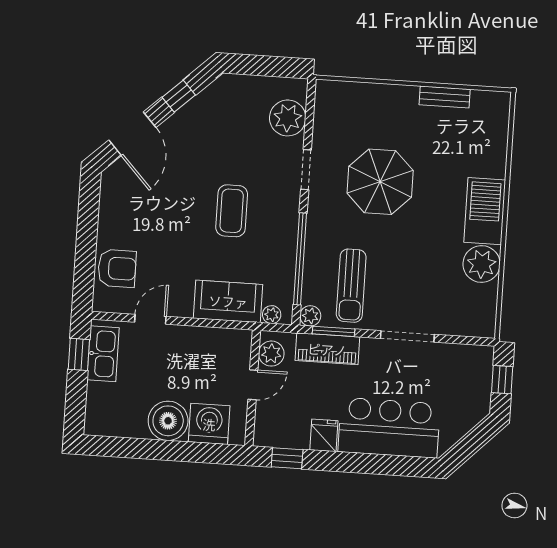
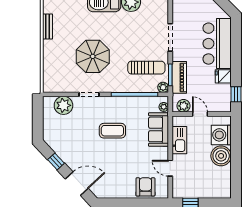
kitchen sink: (103, 354) -> (179, 140), moved, turned 90

